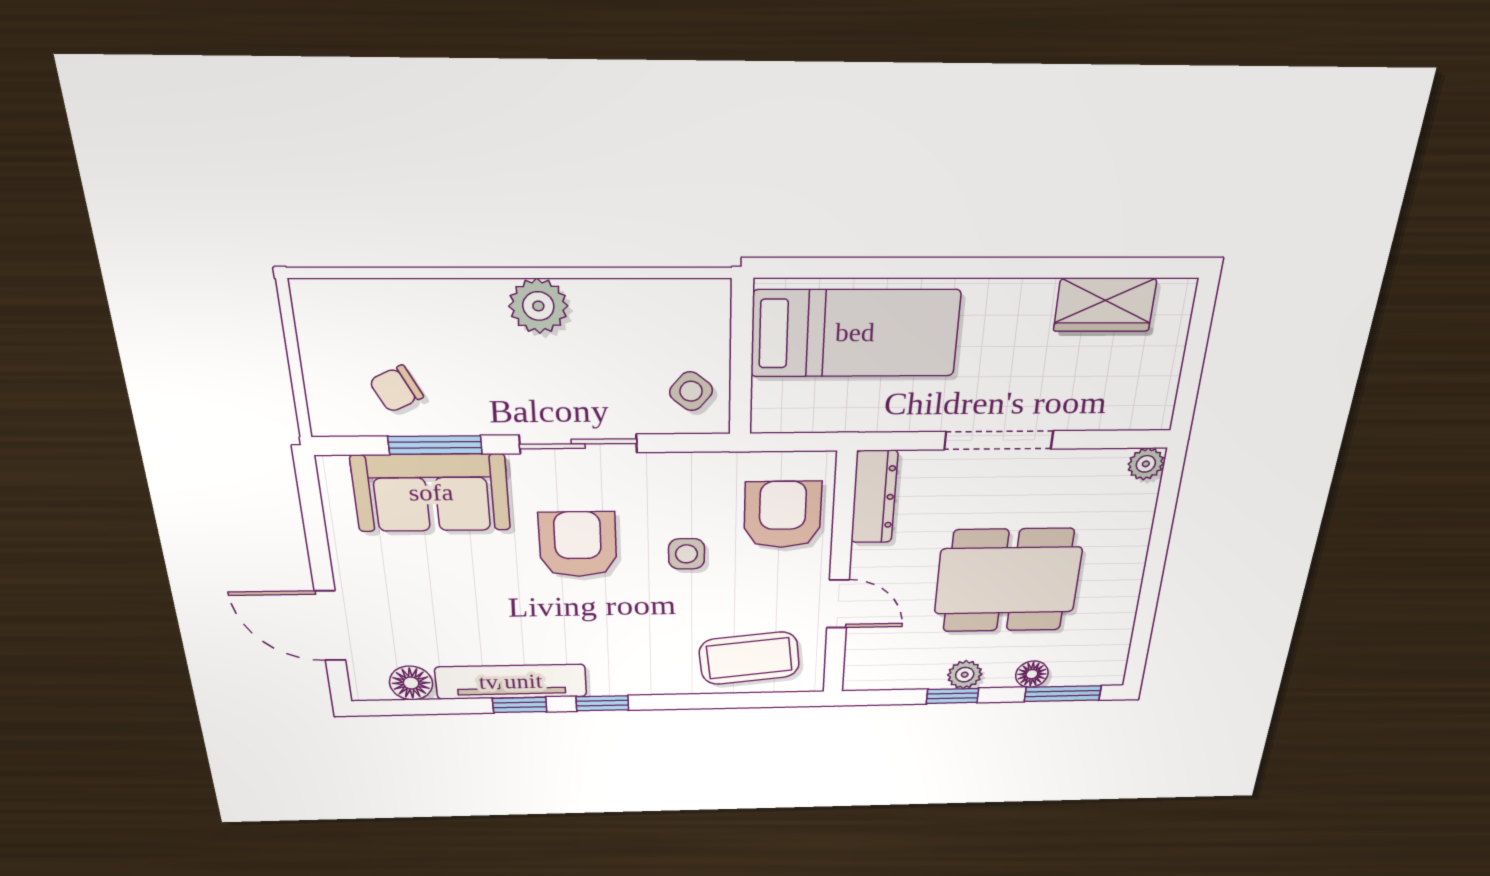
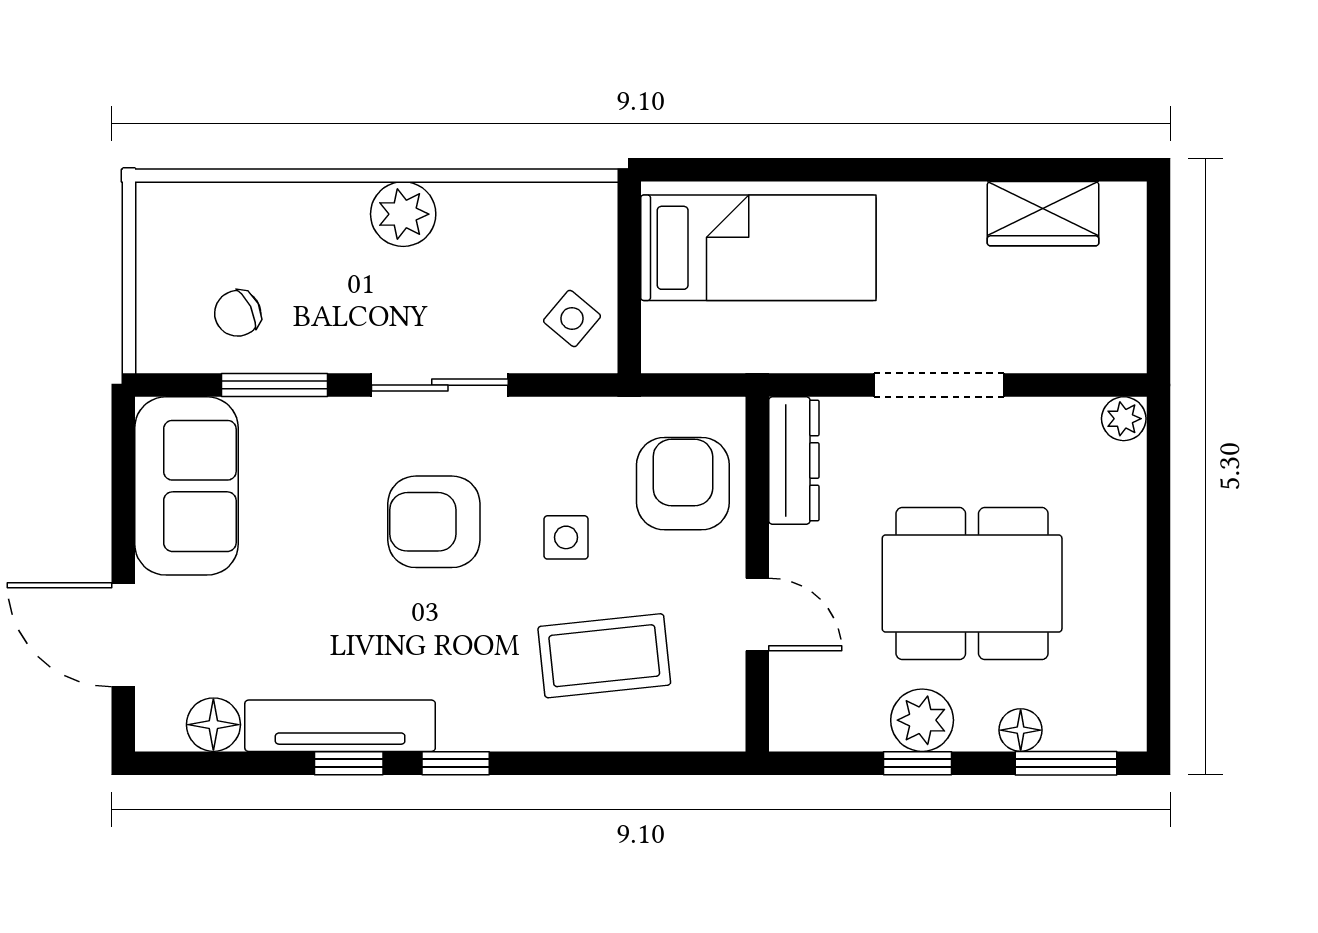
sofa: (431, 493) -> (186, 486), moved, turned -90
armchair: (578, 544) -> (434, 522), turned -90
coffee table: (749, 658) -> (604, 656), moved
plant: (965, 675) -> (922, 720), width x1.38, depth x1.38

